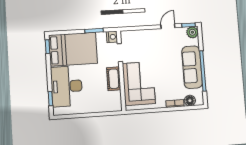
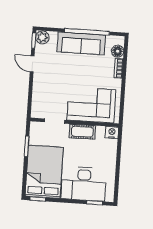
nightstand: (112, 37) -> (112, 132), moved

